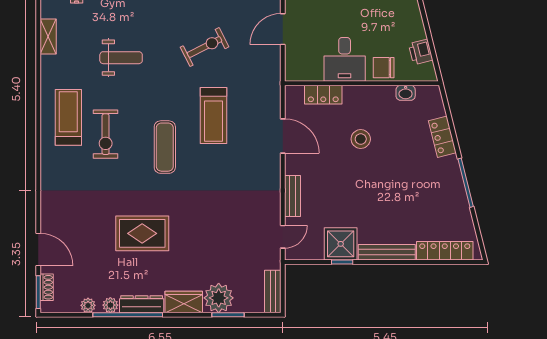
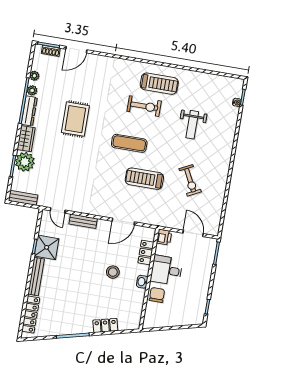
shelving: (48, 37) -> (214, 79), removed
printer: (421, 52) -> (164, 237), moved, turned 104
washbasin: (406, 93) -> (142, 282), moved
exercise bike: (106, 134) -> (144, 106), turned 180

